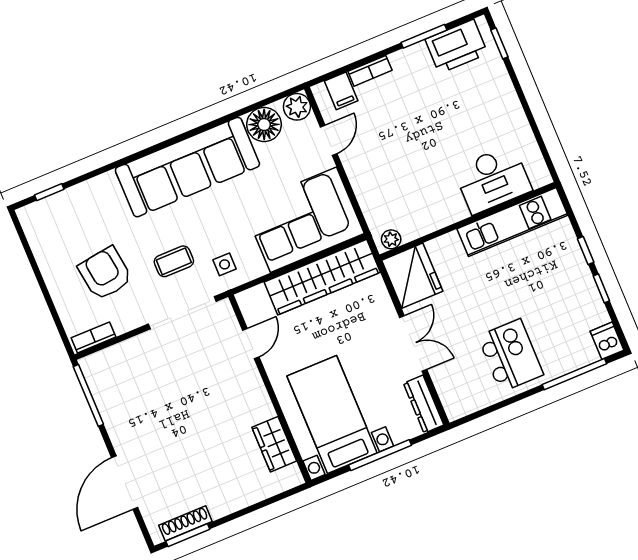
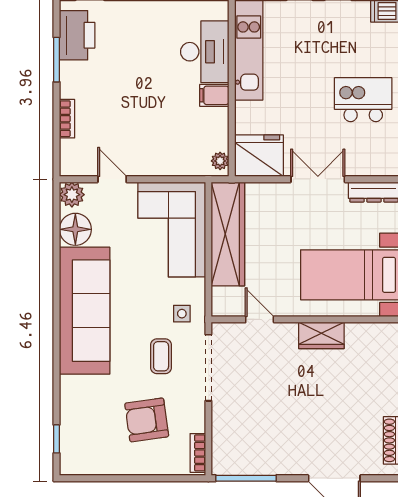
filing cabinet: (341, 91) -> (214, 95), moved, turned 180
wardrobe: (274, 444) -> (321, 335), moved

